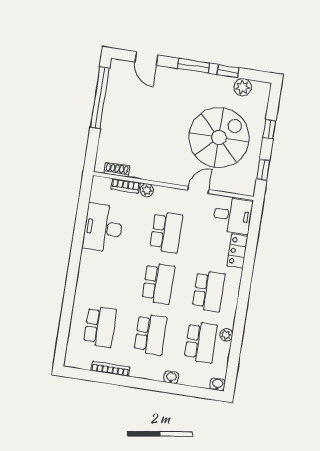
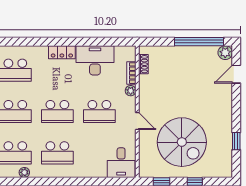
window: (193, 66) -> (236, 113), removed
plant: (243, 87) -> (225, 53), moved
door: (198, 190) -> (137, 121), moved
locker: (237, 251) -> (62, 52), moved, turned 180

